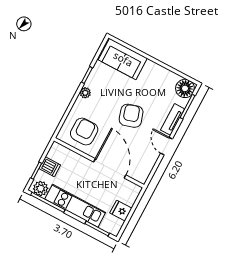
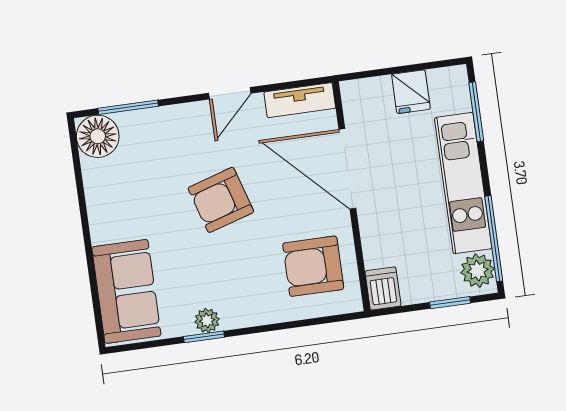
plant: (85, 93) -> (207, 321), moved
tv unit: (173, 119) -> (300, 100), moved
dishwasher: (50, 167) -> (383, 288), moved
door: (110, 168) -> (347, 169), hinge flipped

